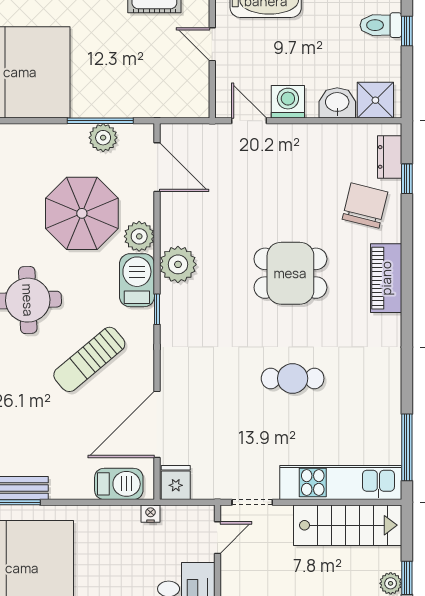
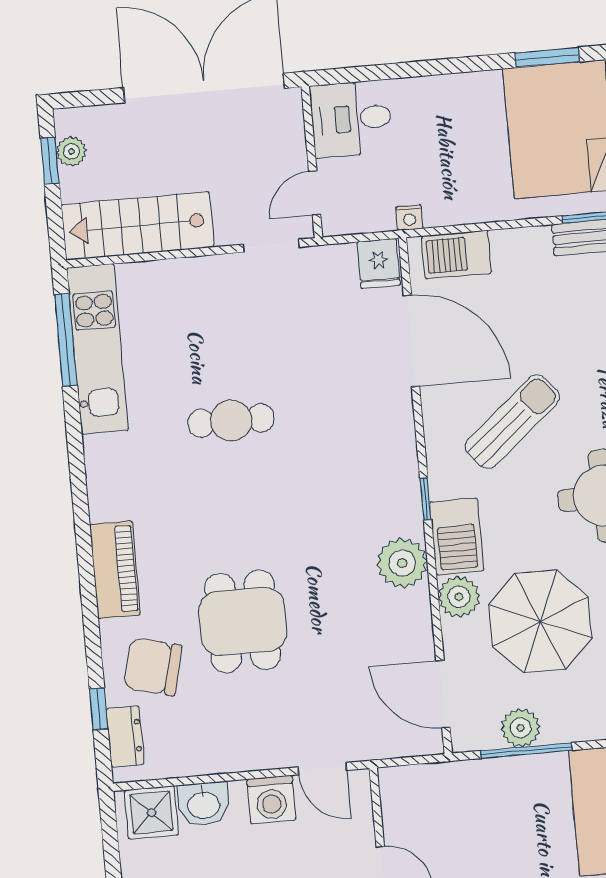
chair: (365, 206) -> (153, 667), turned 90
dining table: (290, 273) -> (243, 621), moved, turned 90
door: (157, 424) -> (412, 341), hinge flipped
kitchen unit: (341, 482) -> (98, 349), moved, turned -90

